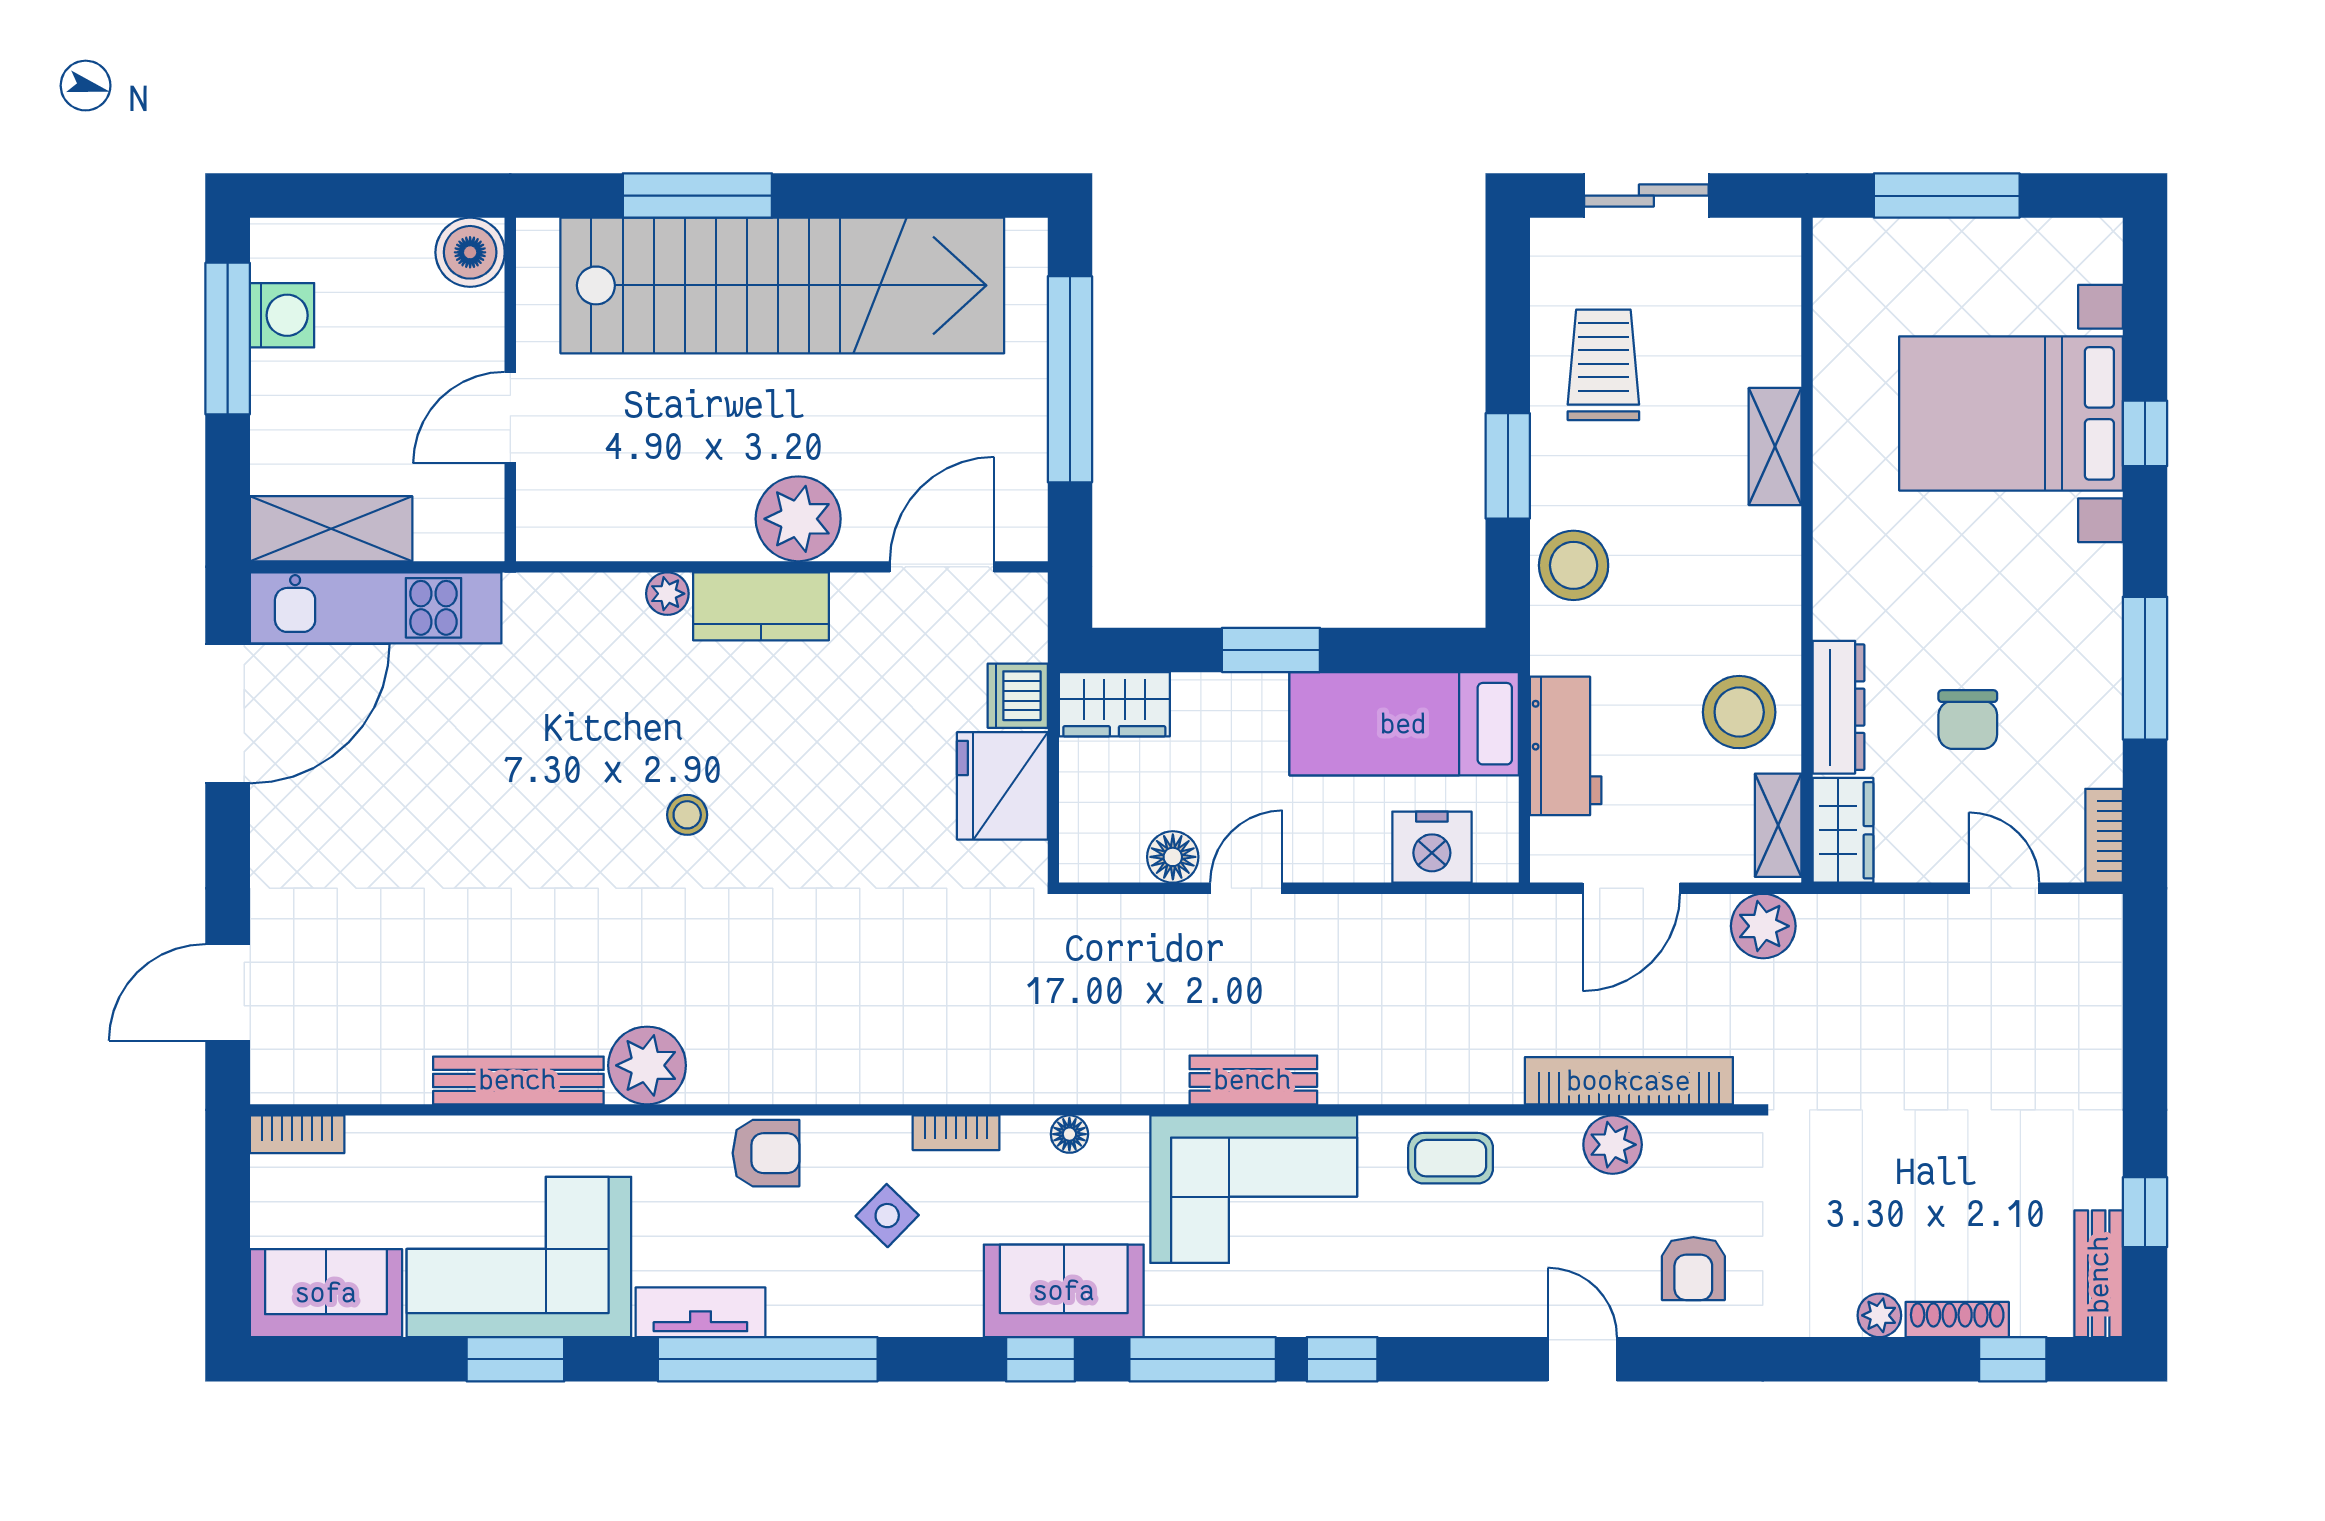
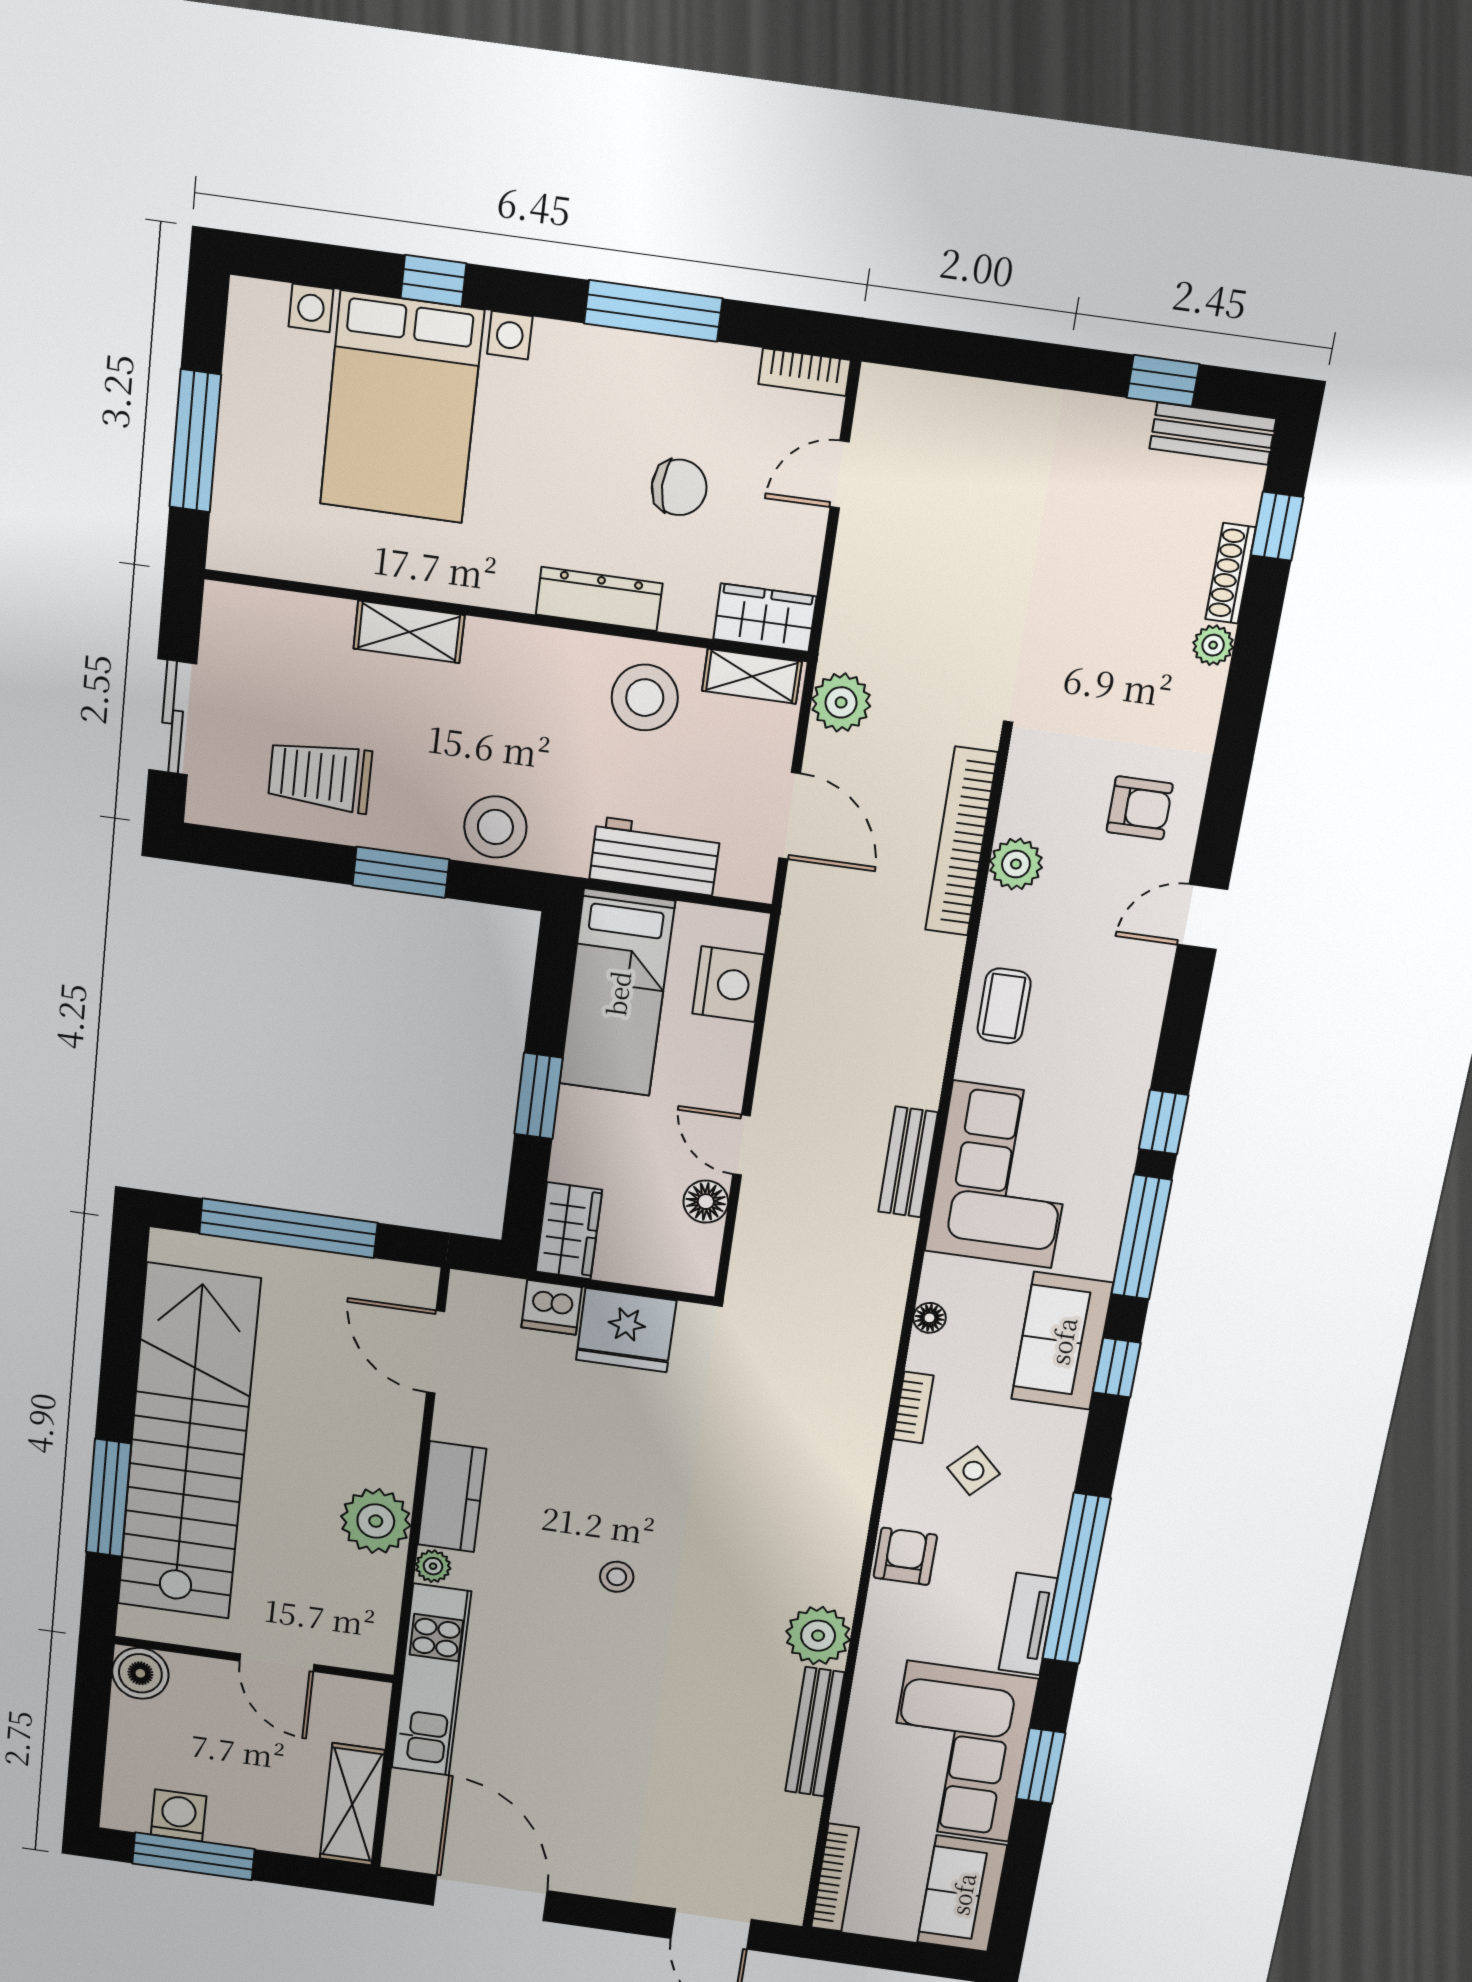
plant: (798, 519) -> (376, 1521), moved
kitchen unit: (376, 608) -> (431, 1680), moved
dresser: (1838, 707) -> (599, 599), moved
bookcase: (297, 1134) -> (835, 1878), width x1.56

